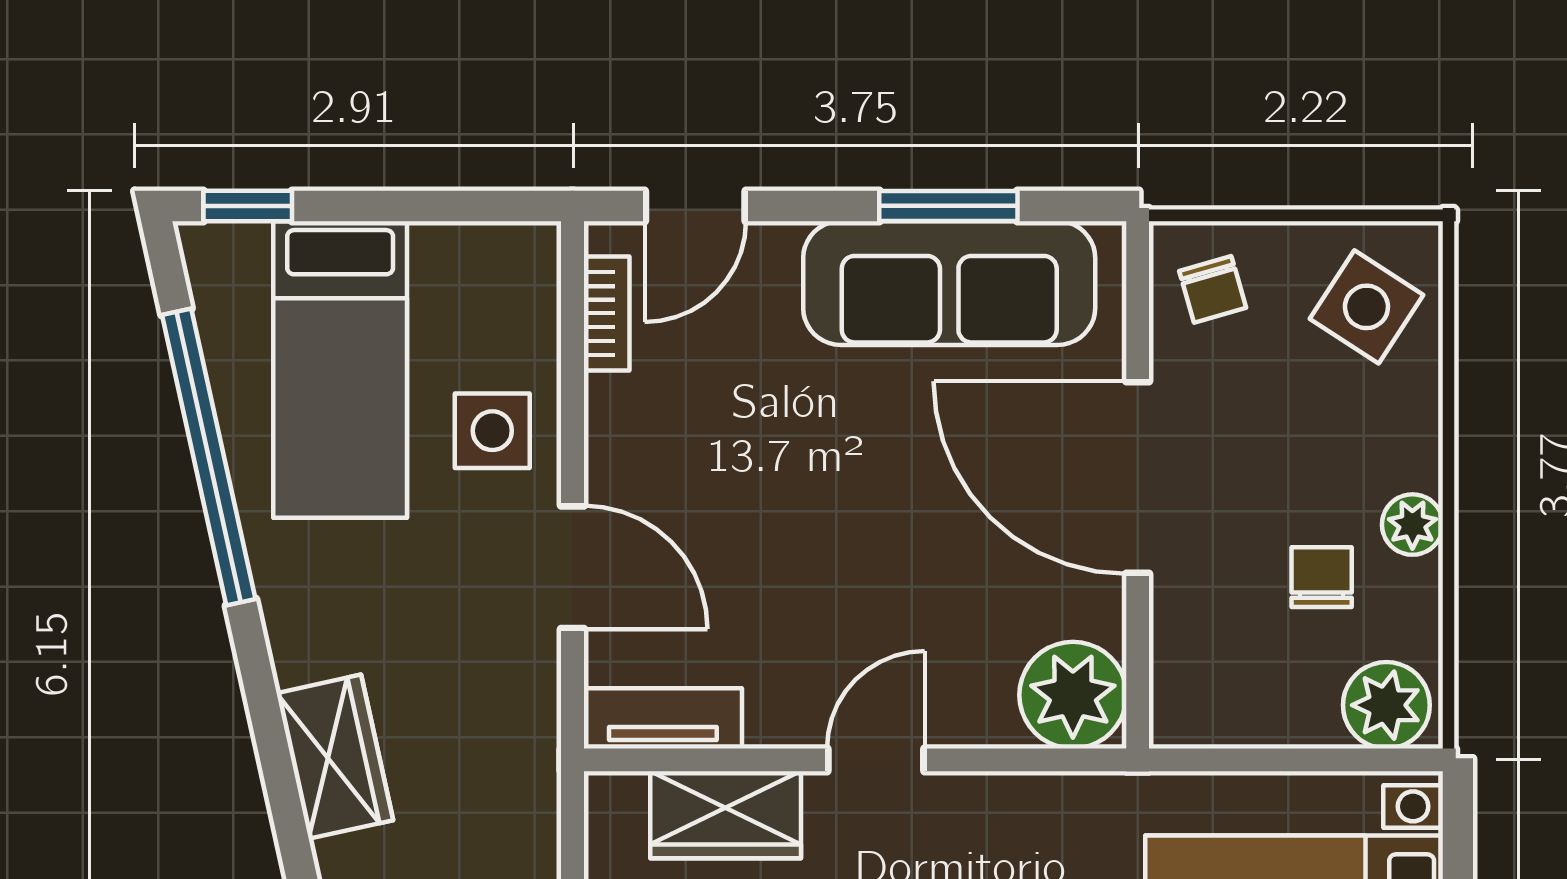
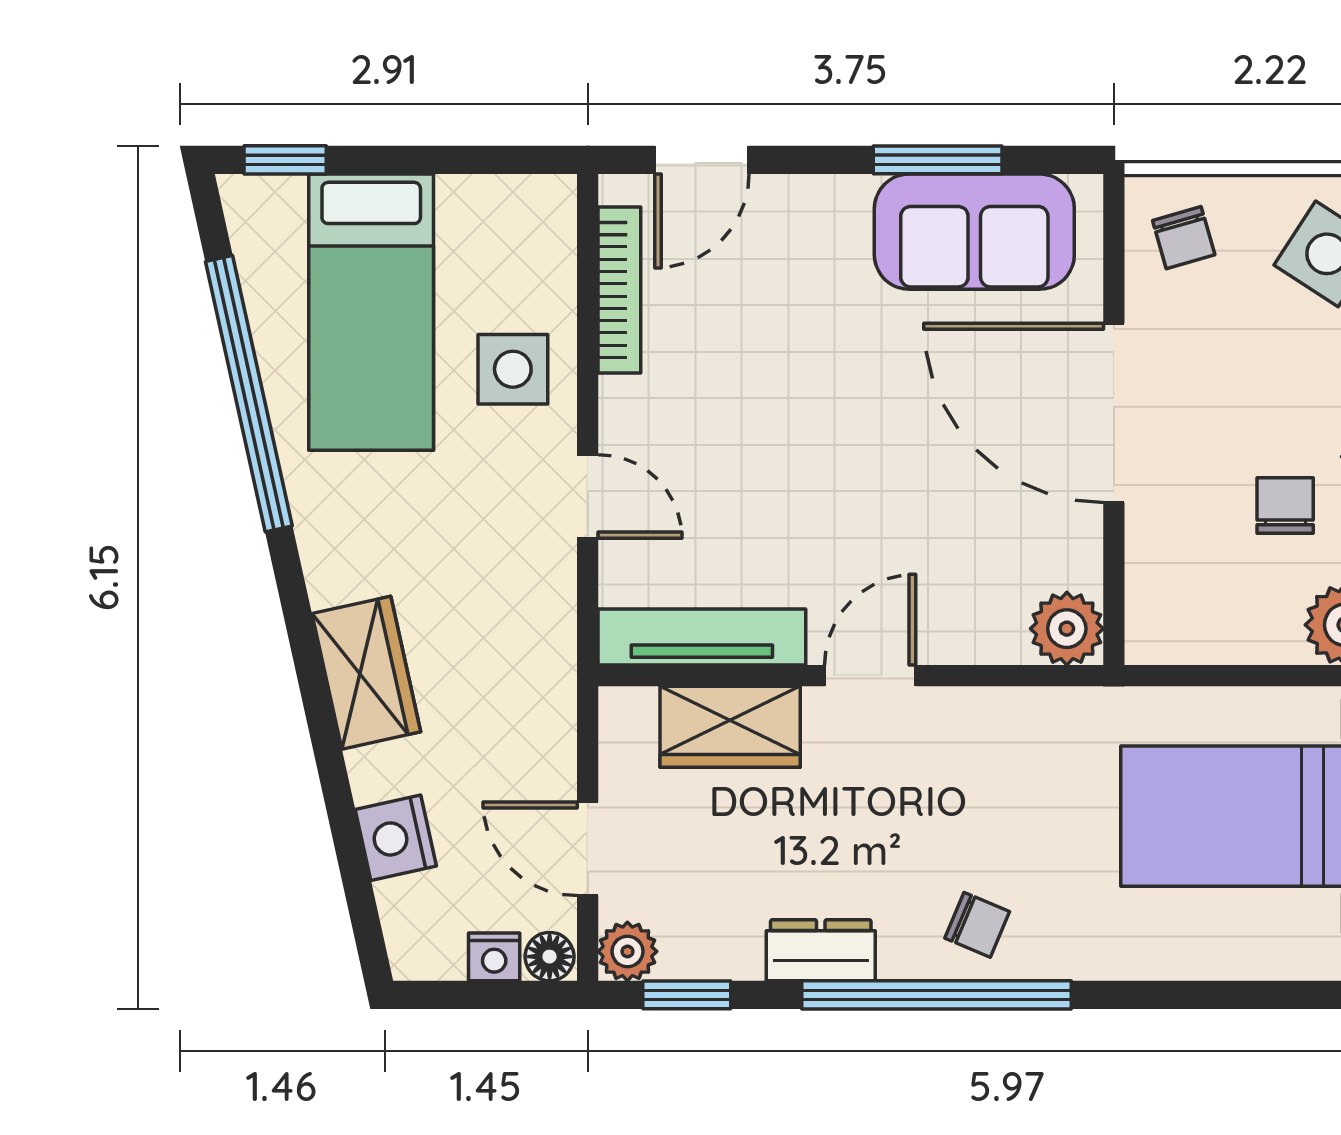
sofa: (949, 283) -> (974, 232), width x0.73
bookcase: (607, 313) -> (619, 290), width x1.56
door: (572, 567) -> (588, 496), width x0.73
plant: (1073, 695) -> (1067, 629), width x0.73, depth x0.73
tv unit: (663, 718) -> (702, 637), width x1.41

